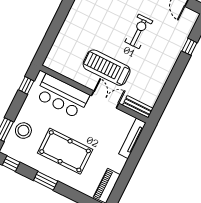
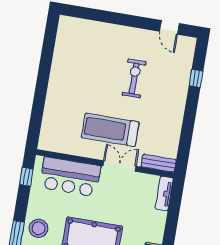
tv unit: (132, 138) -> (164, 193), width x0.71

